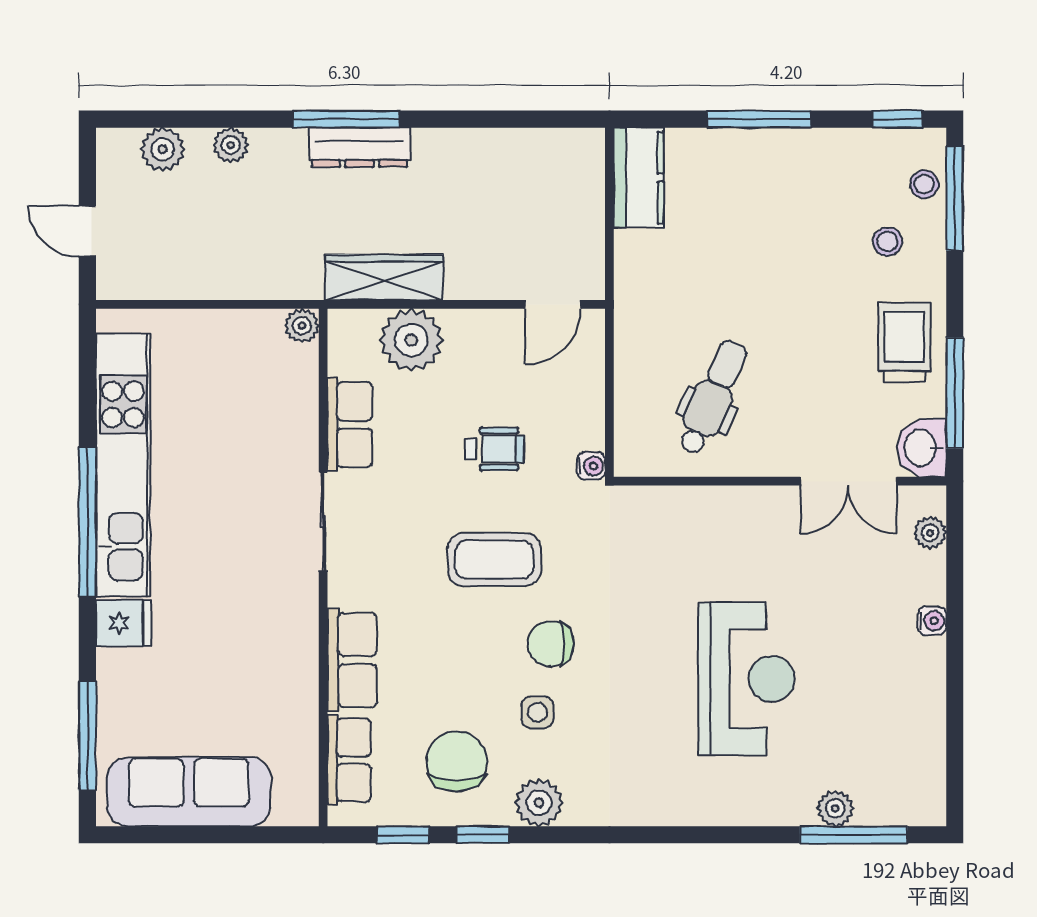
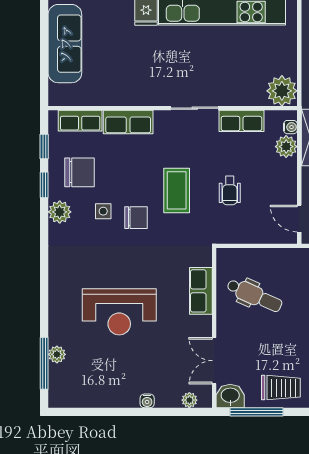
plant: (302, 326) -> (282, 91), width x1.87, depth x1.87
plant: (411, 340) -> (286, 147), width x0.73, depth x0.73
water cooler: (591, 466) -> (290, 127), moved, turned -90
row of seats: (703, 509) -> (201, 291), added
chair: (551, 644) -> (136, 218), turned 90

